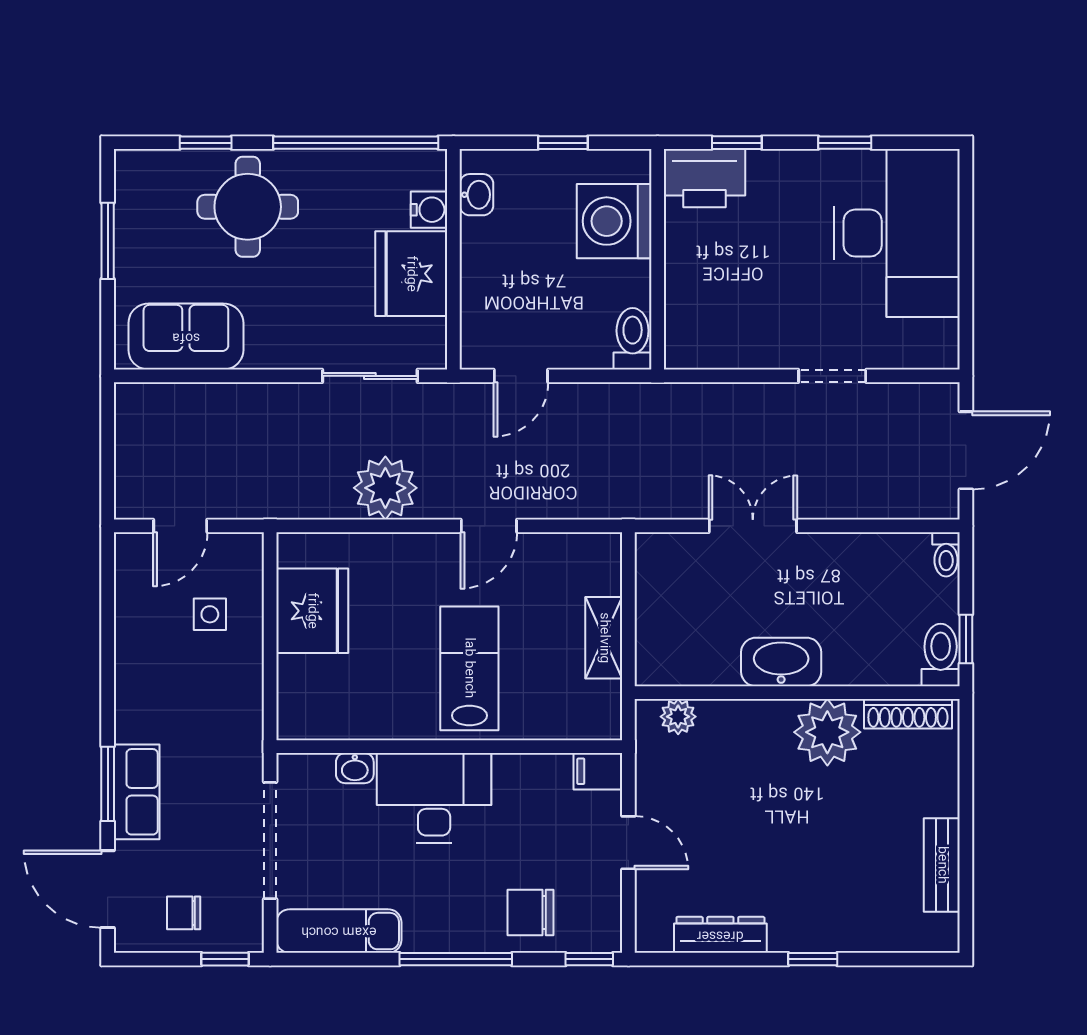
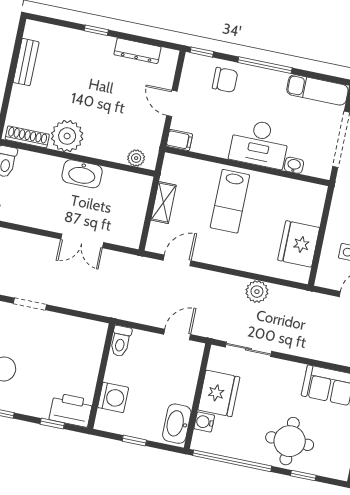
washbasin: (476, 195) -> (177, 424), width x1.91, depth x1.45
washing machine: (614, 221) -> (113, 397), width x0.73, depth x0.73
plant: (385, 488) -> (257, 292), width x0.73, depth x0.73
door: (489, 526) -> (177, 260), moved

